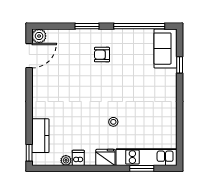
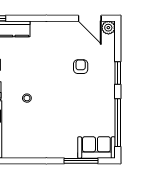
armchair: (102, 55) -> (81, 67), moved
window: (180, 65) -> (81, 161), width x2.17

